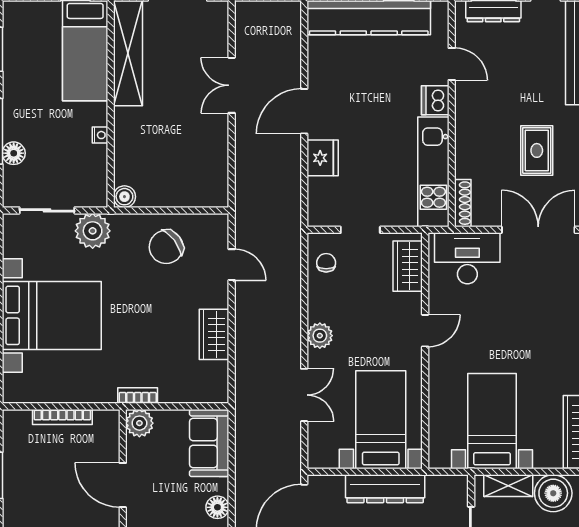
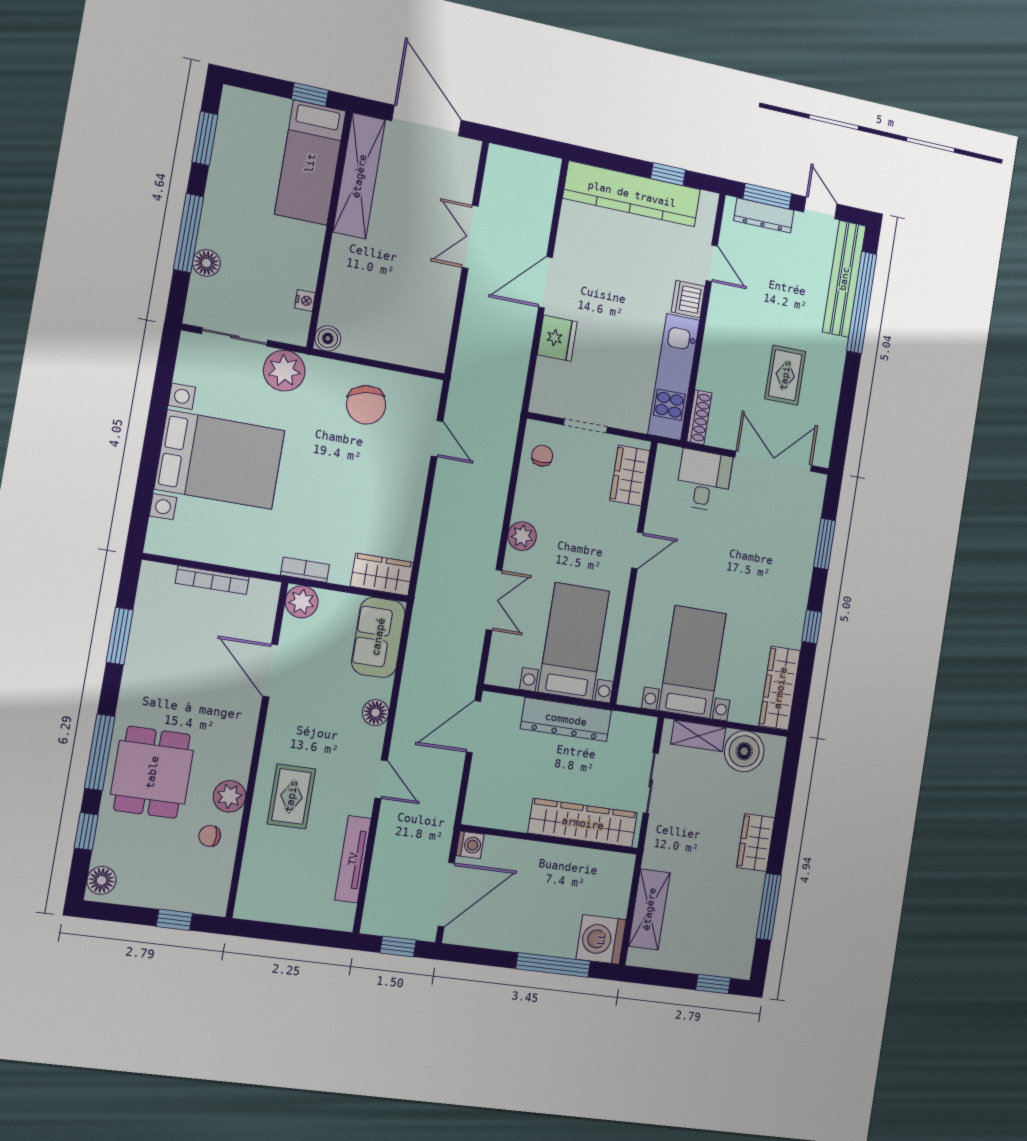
nightstand: (100, 135) -> (305, 300), moved
chair: (166, 247) -> (366, 405), turned -64
desk: (467, 258) -> (704, 480), width x0.73
wardrobe: (214, 334) -> (382, 574), moved, turned 90

